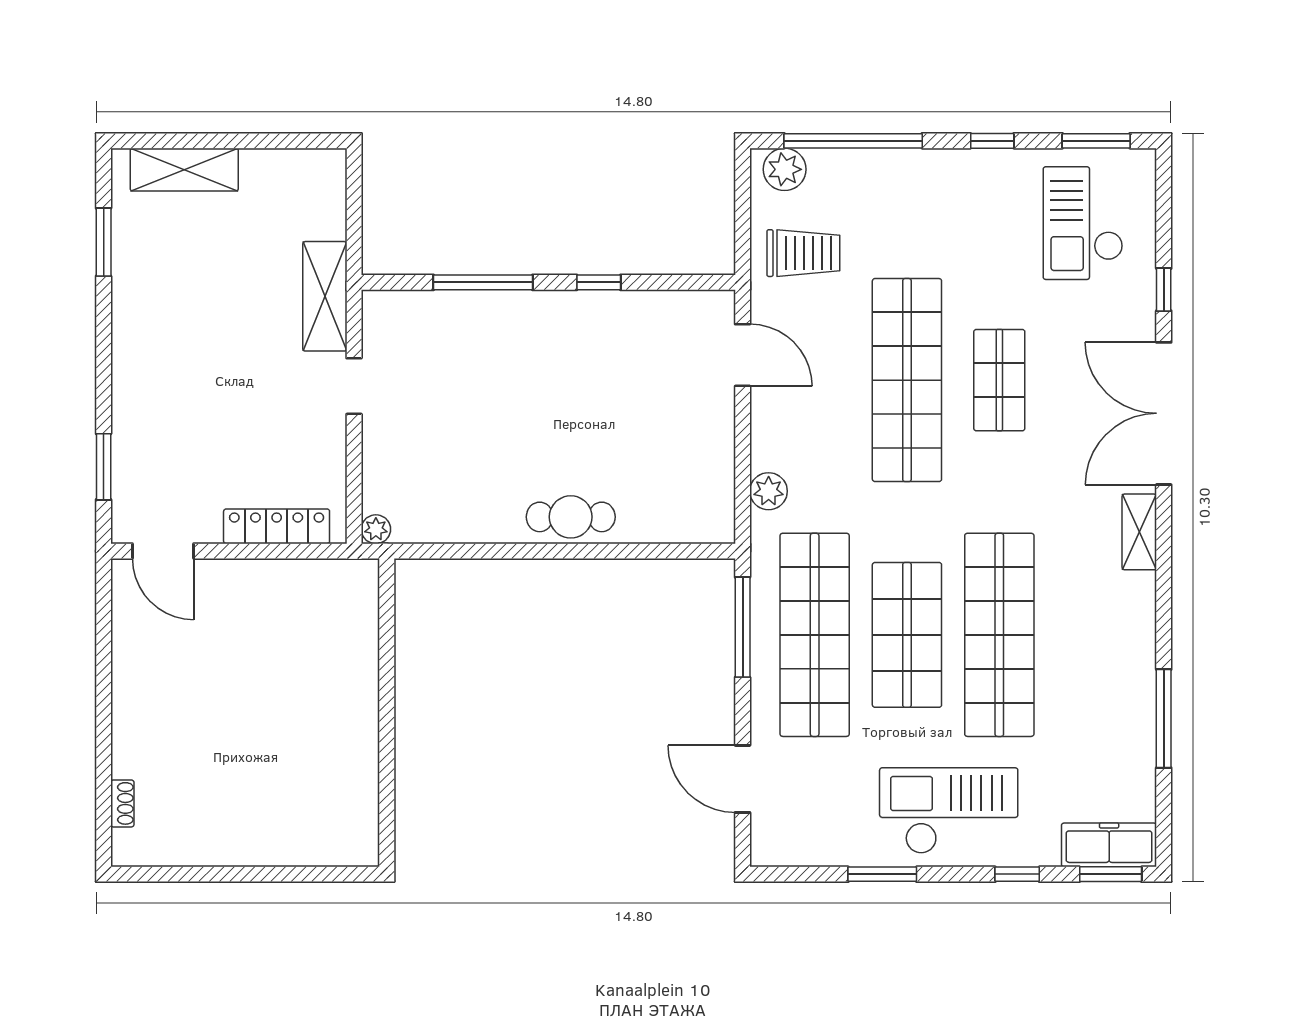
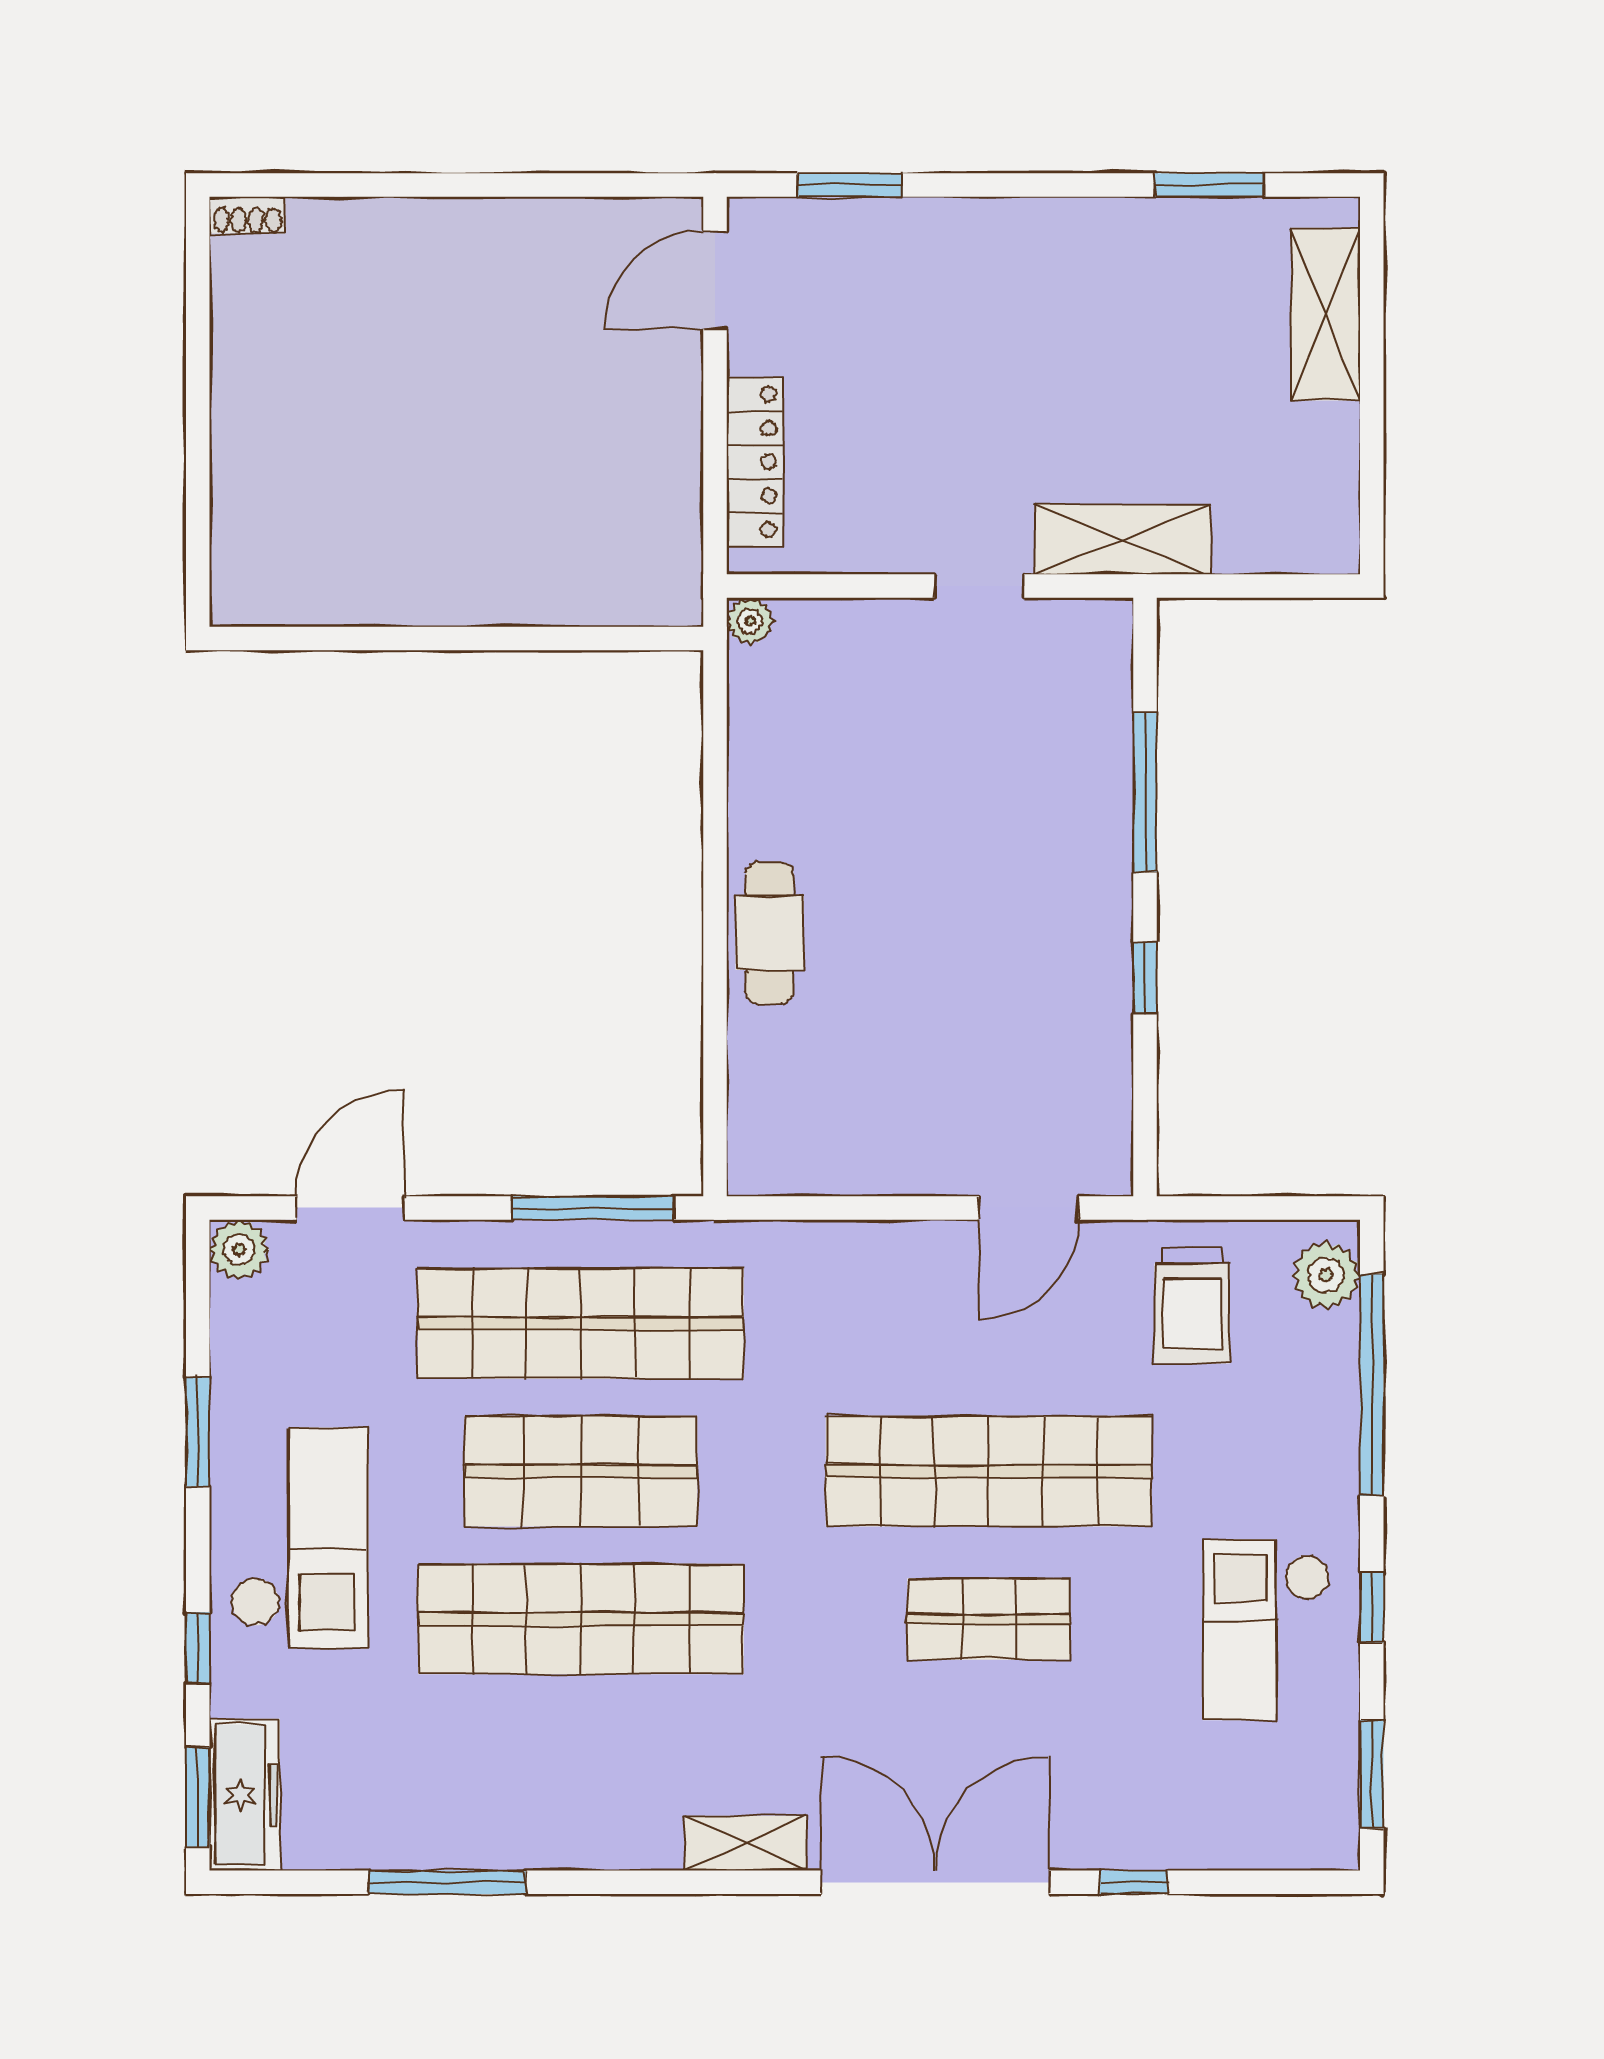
checkout: (1083, 223) -> (1266, 1630), moved, turned -90
plant: (769, 491) -> (239, 1250), moved
shoe rack: (122, 803) -> (247, 215), moved

